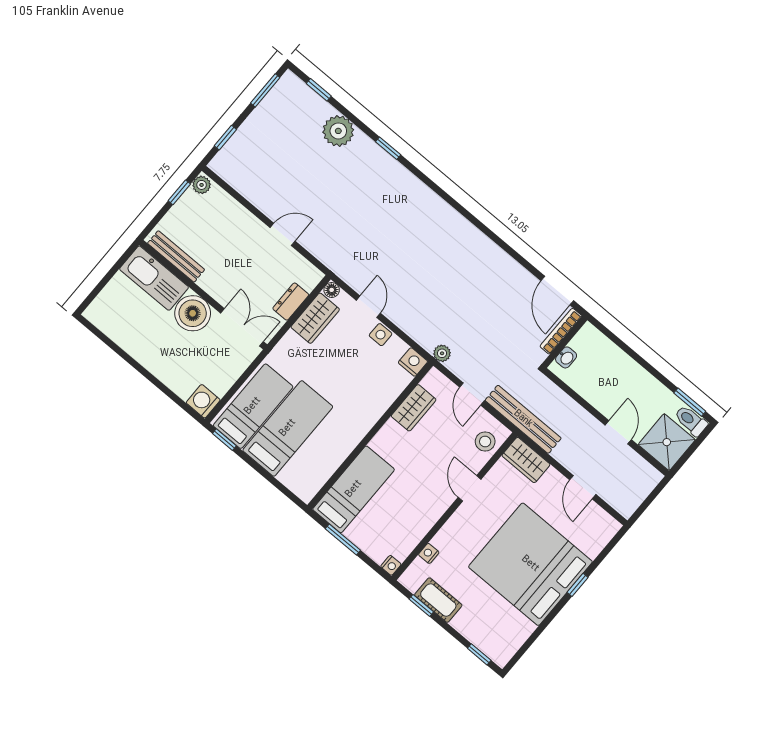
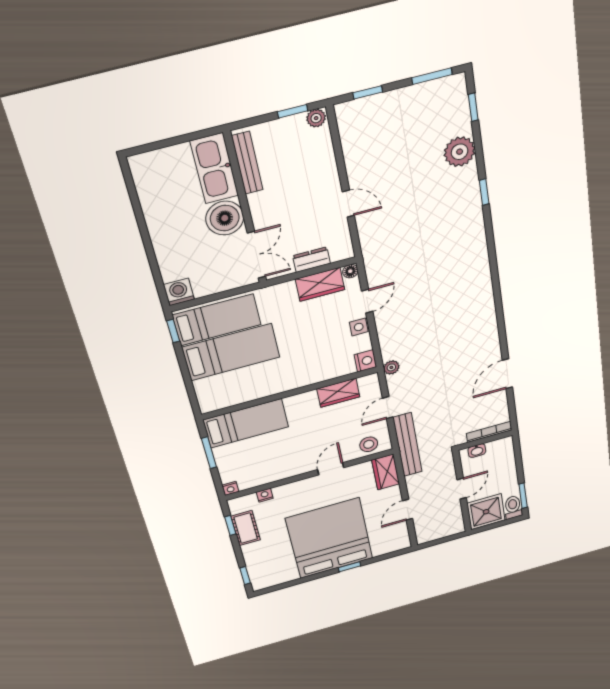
bookcase: (561, 331) -> (489, 432), moved
wall: (565, 342) -> (485, 440), moved
washbasin: (566, 357) -> (477, 451), moved

